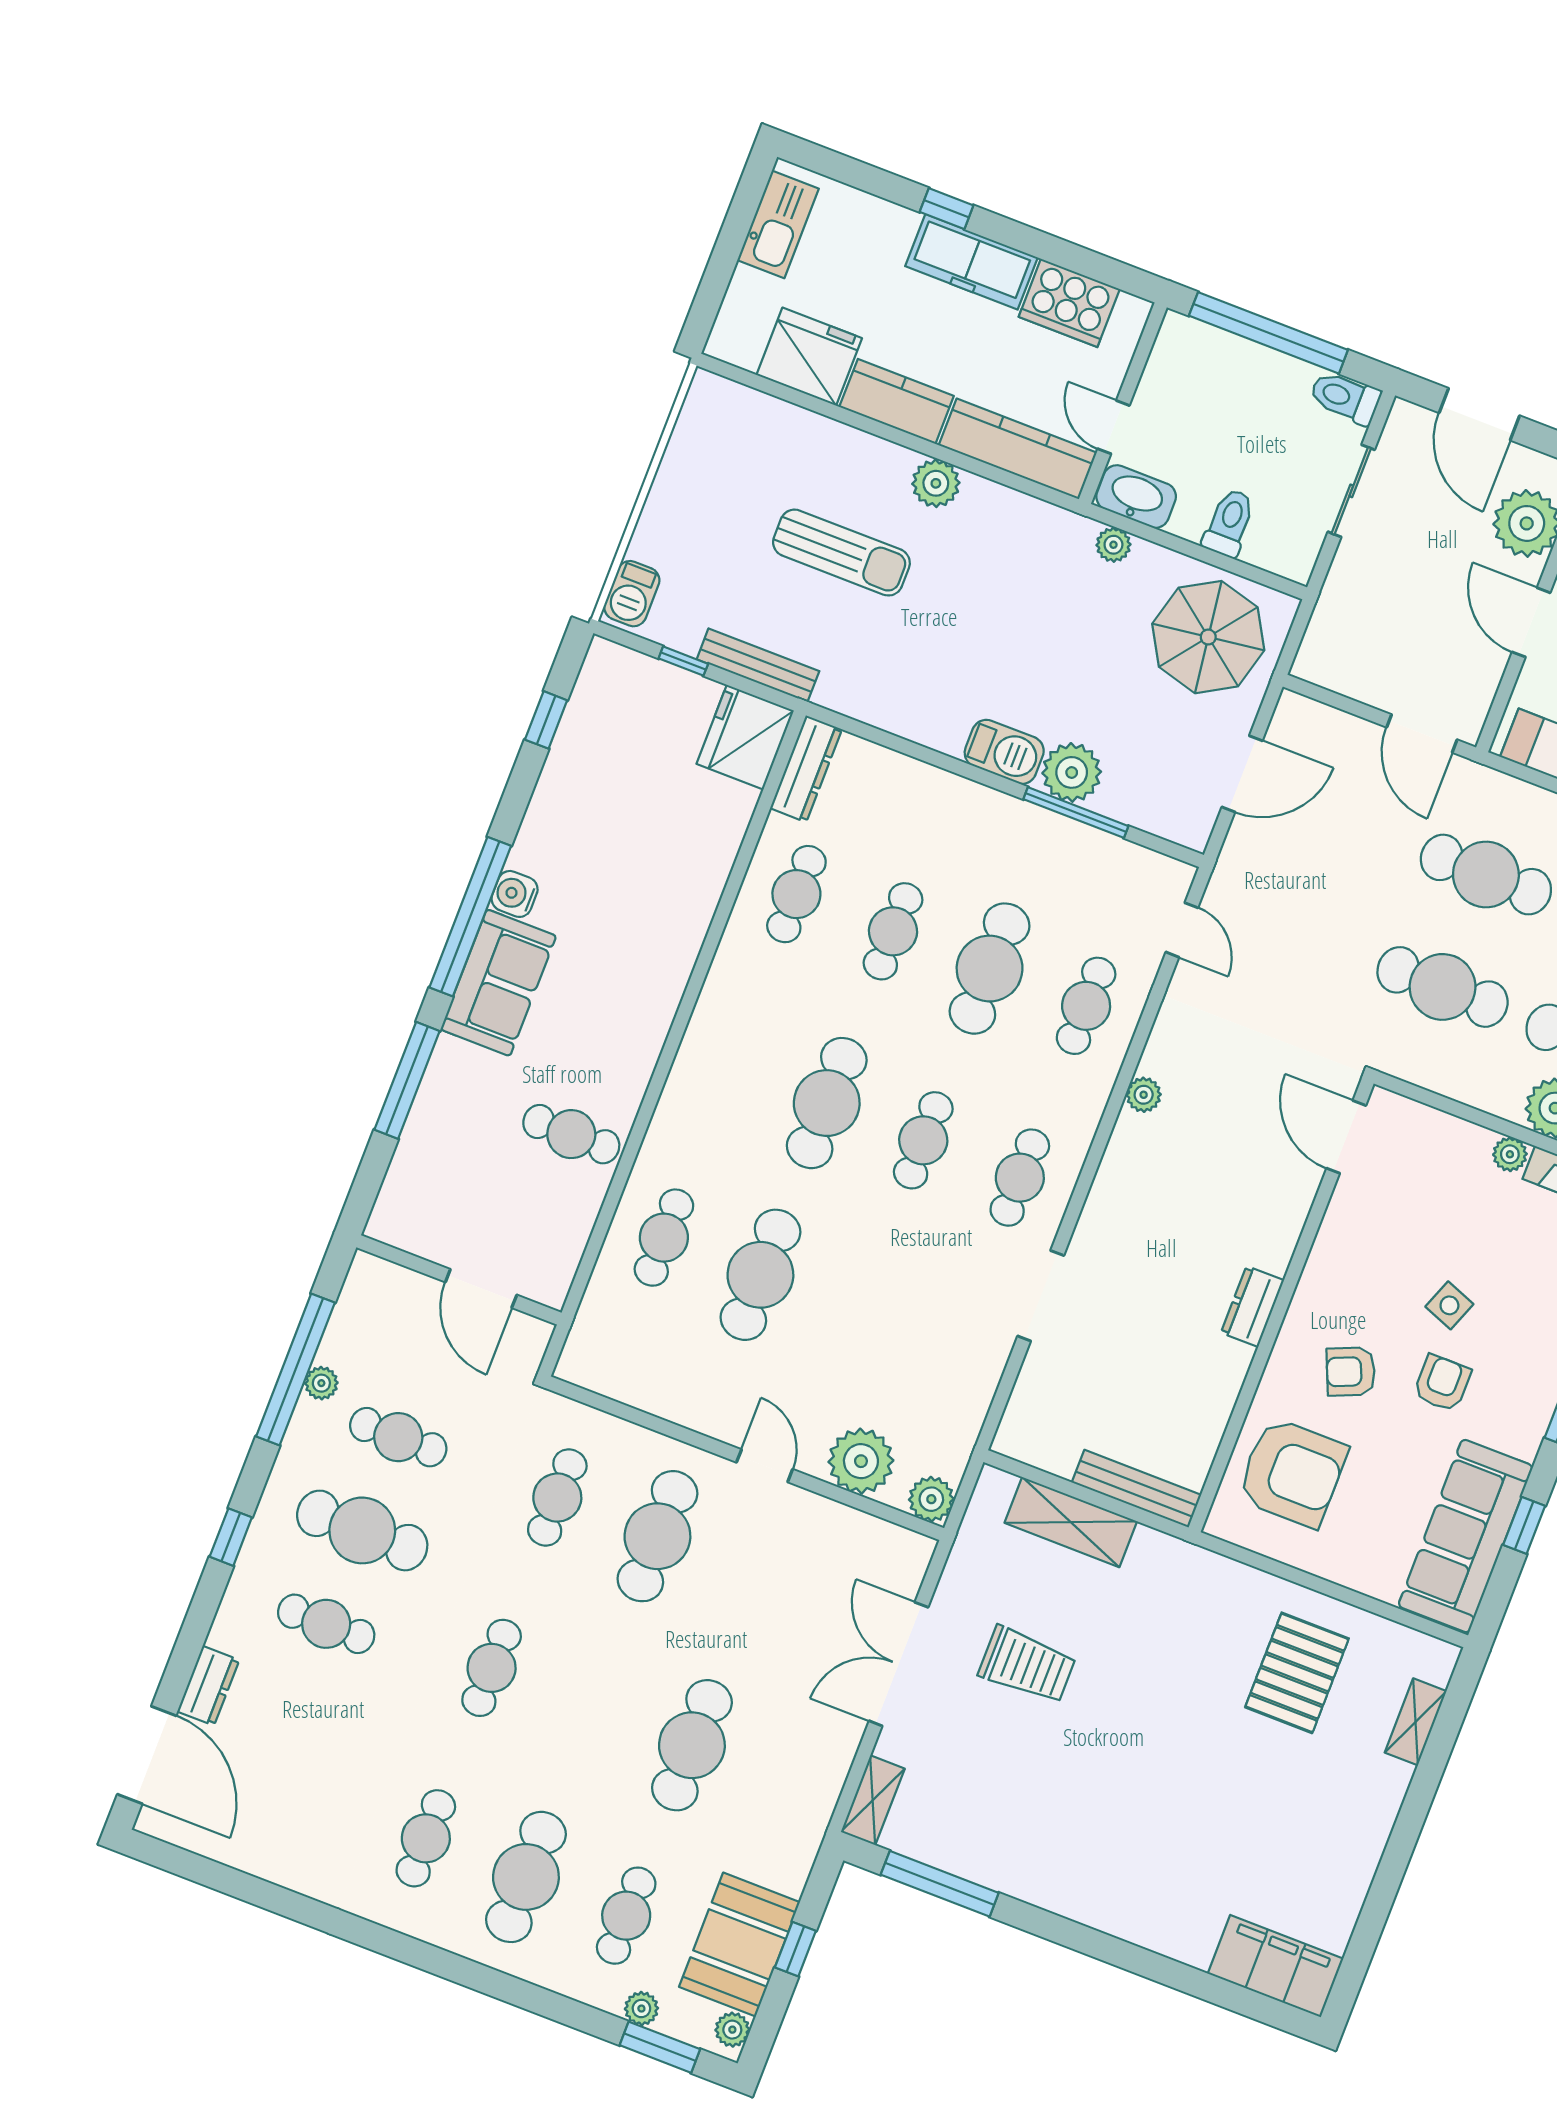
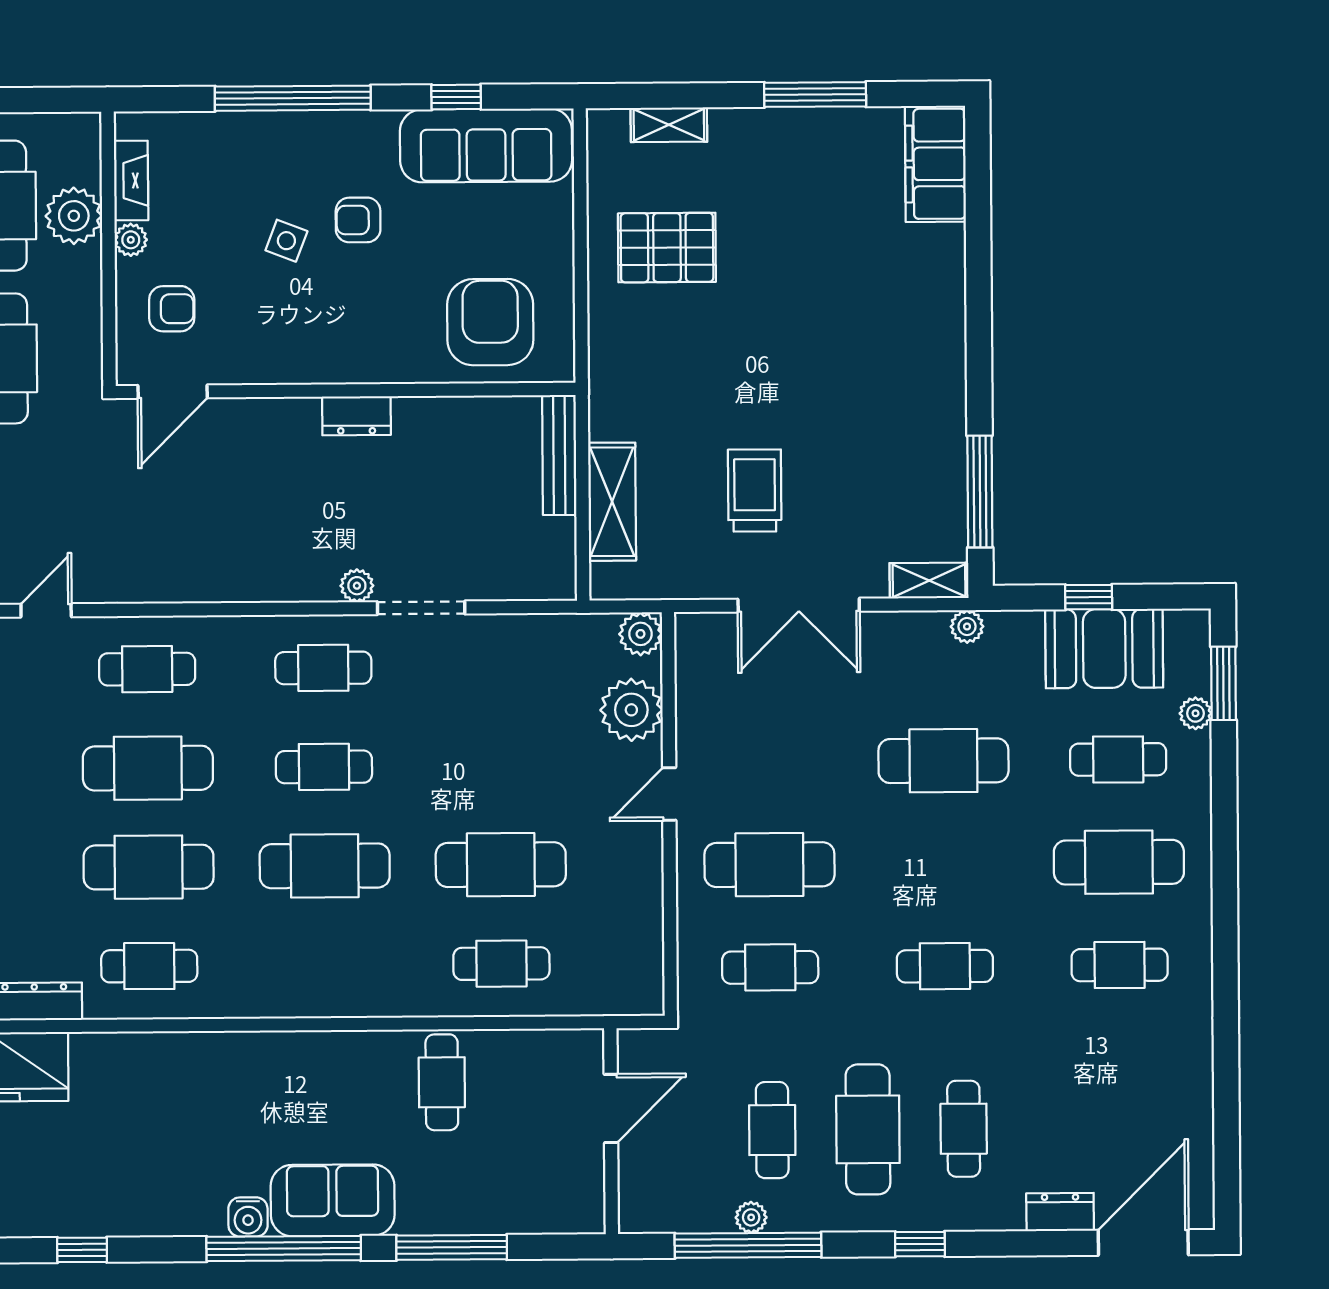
cafe table: (893, 931) -> (149, 867), width x1.37, depth x1.35
plant: (1144, 1095) -> (357, 586), moved
armchair: (1351, 1371) -> (172, 309), moved, turned -67
window: (1389, 1876) -> (815, 95), added
plant: (732, 2030) -> (967, 626), moved

